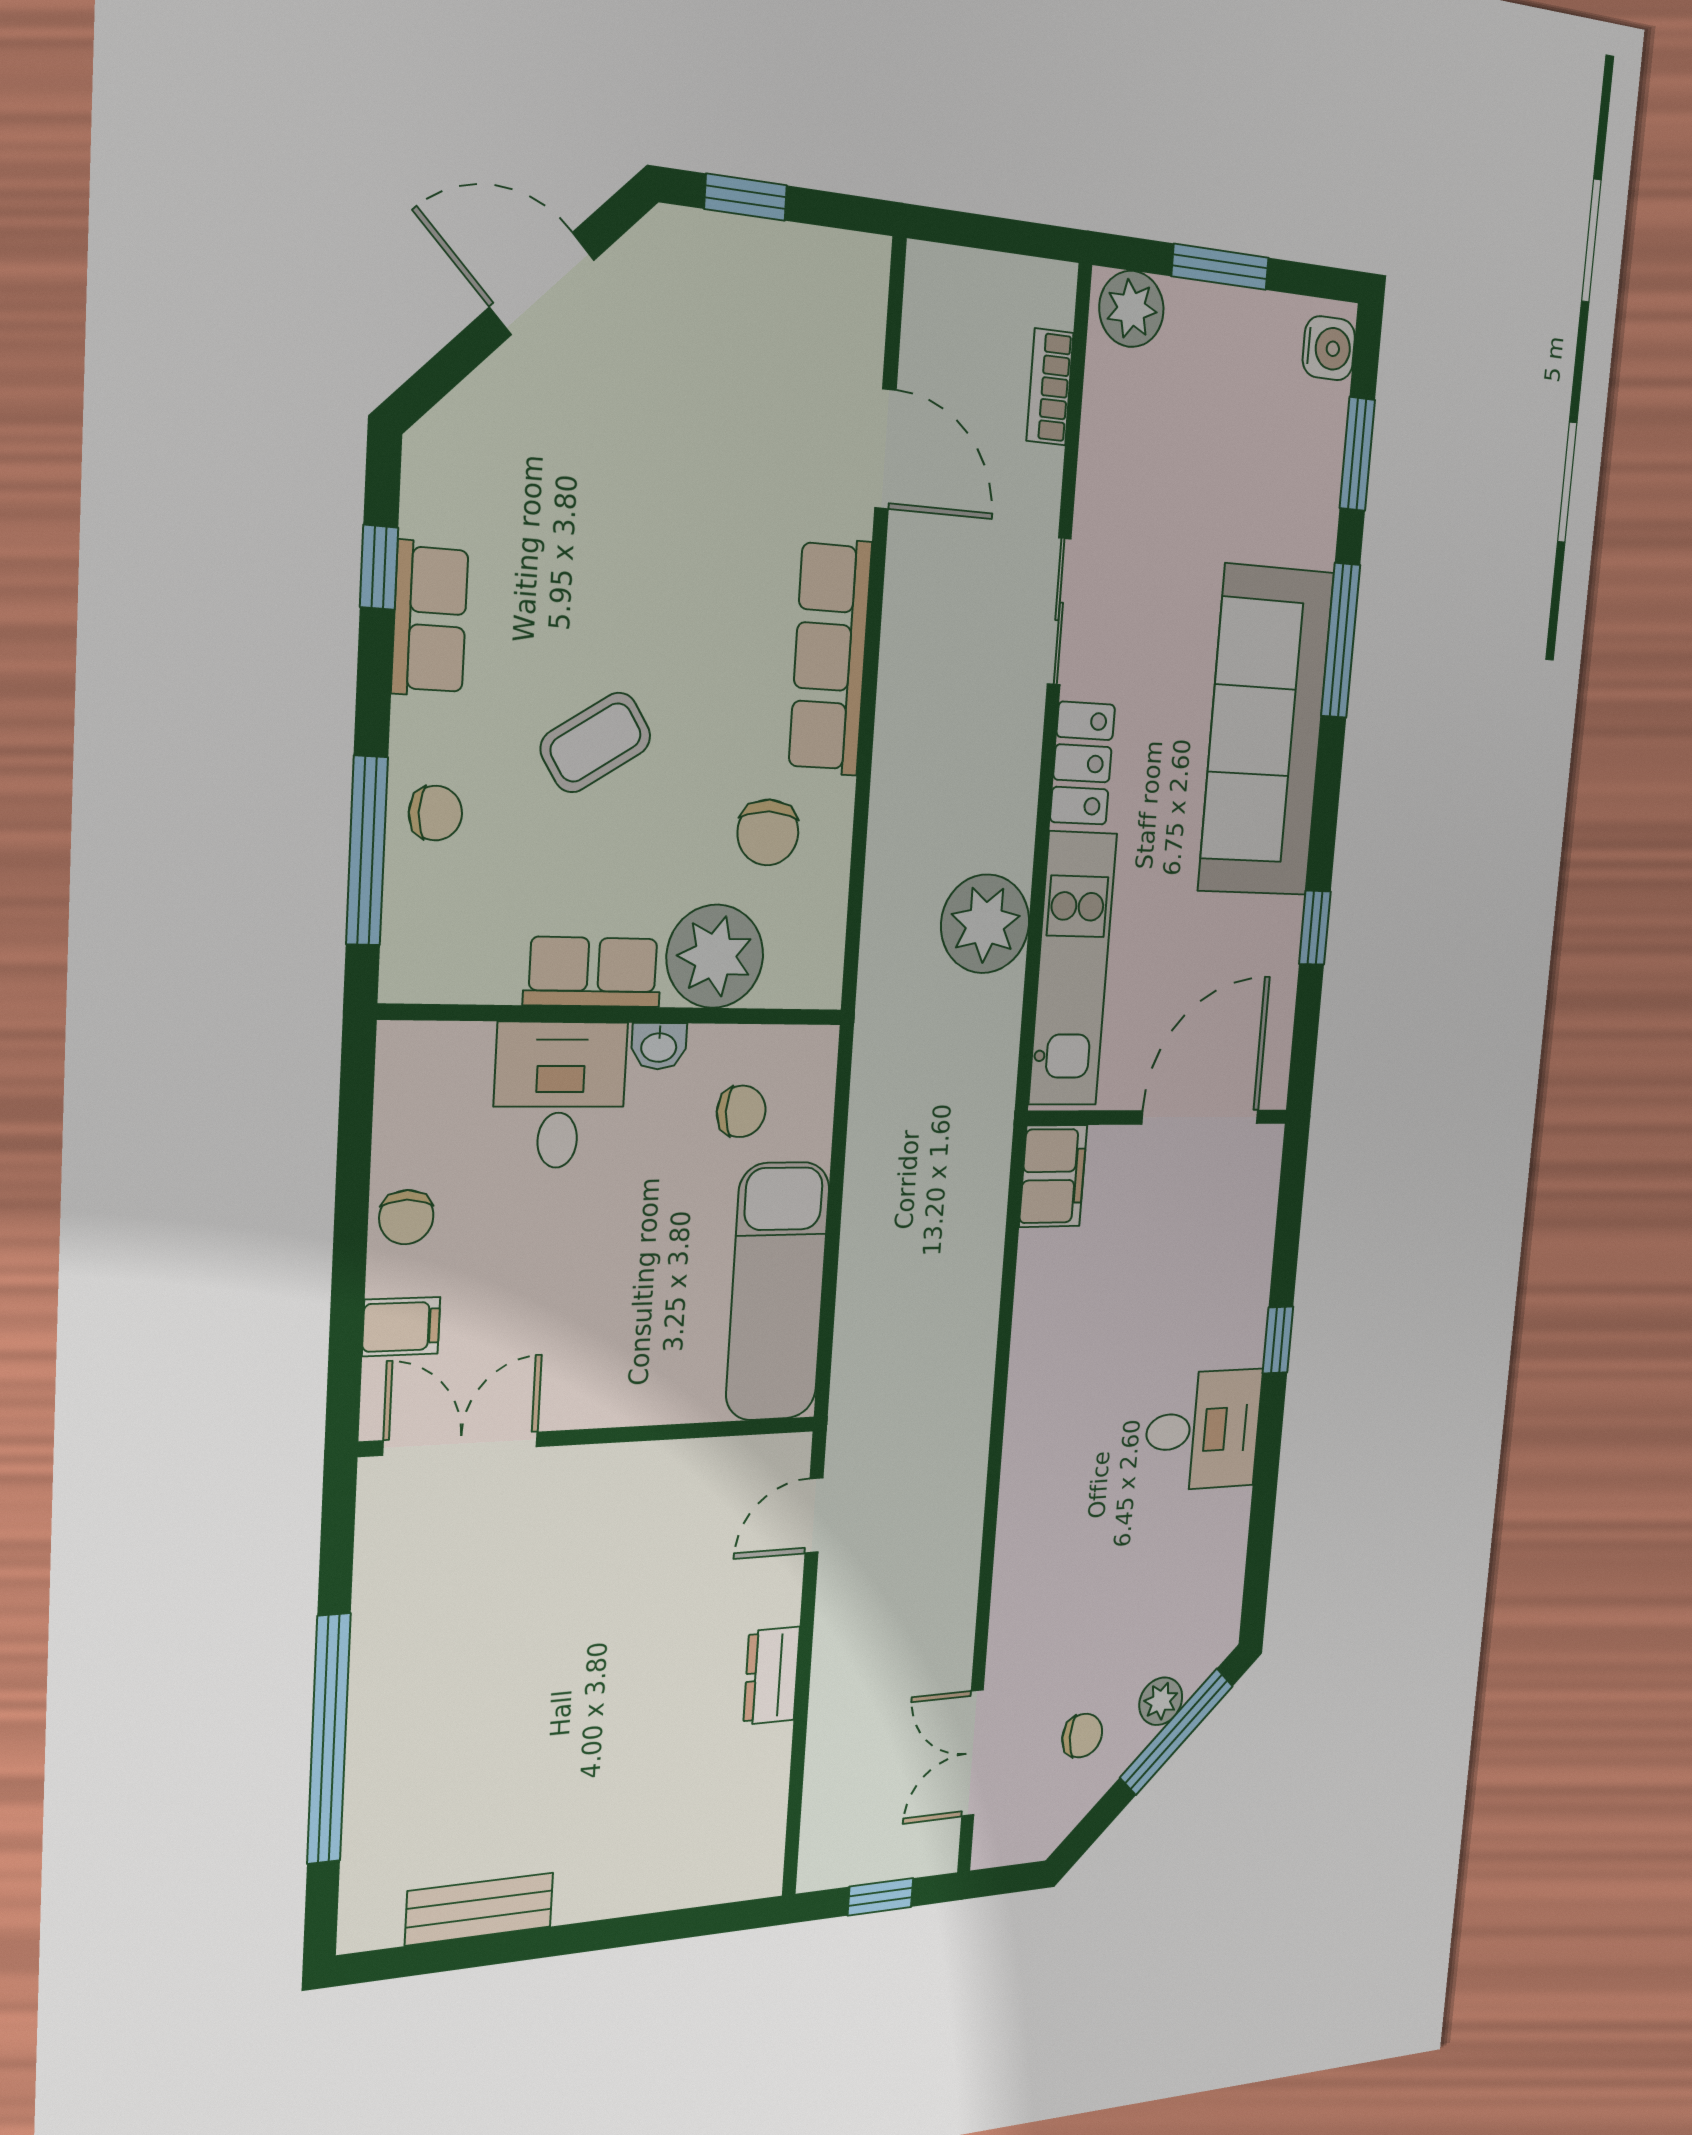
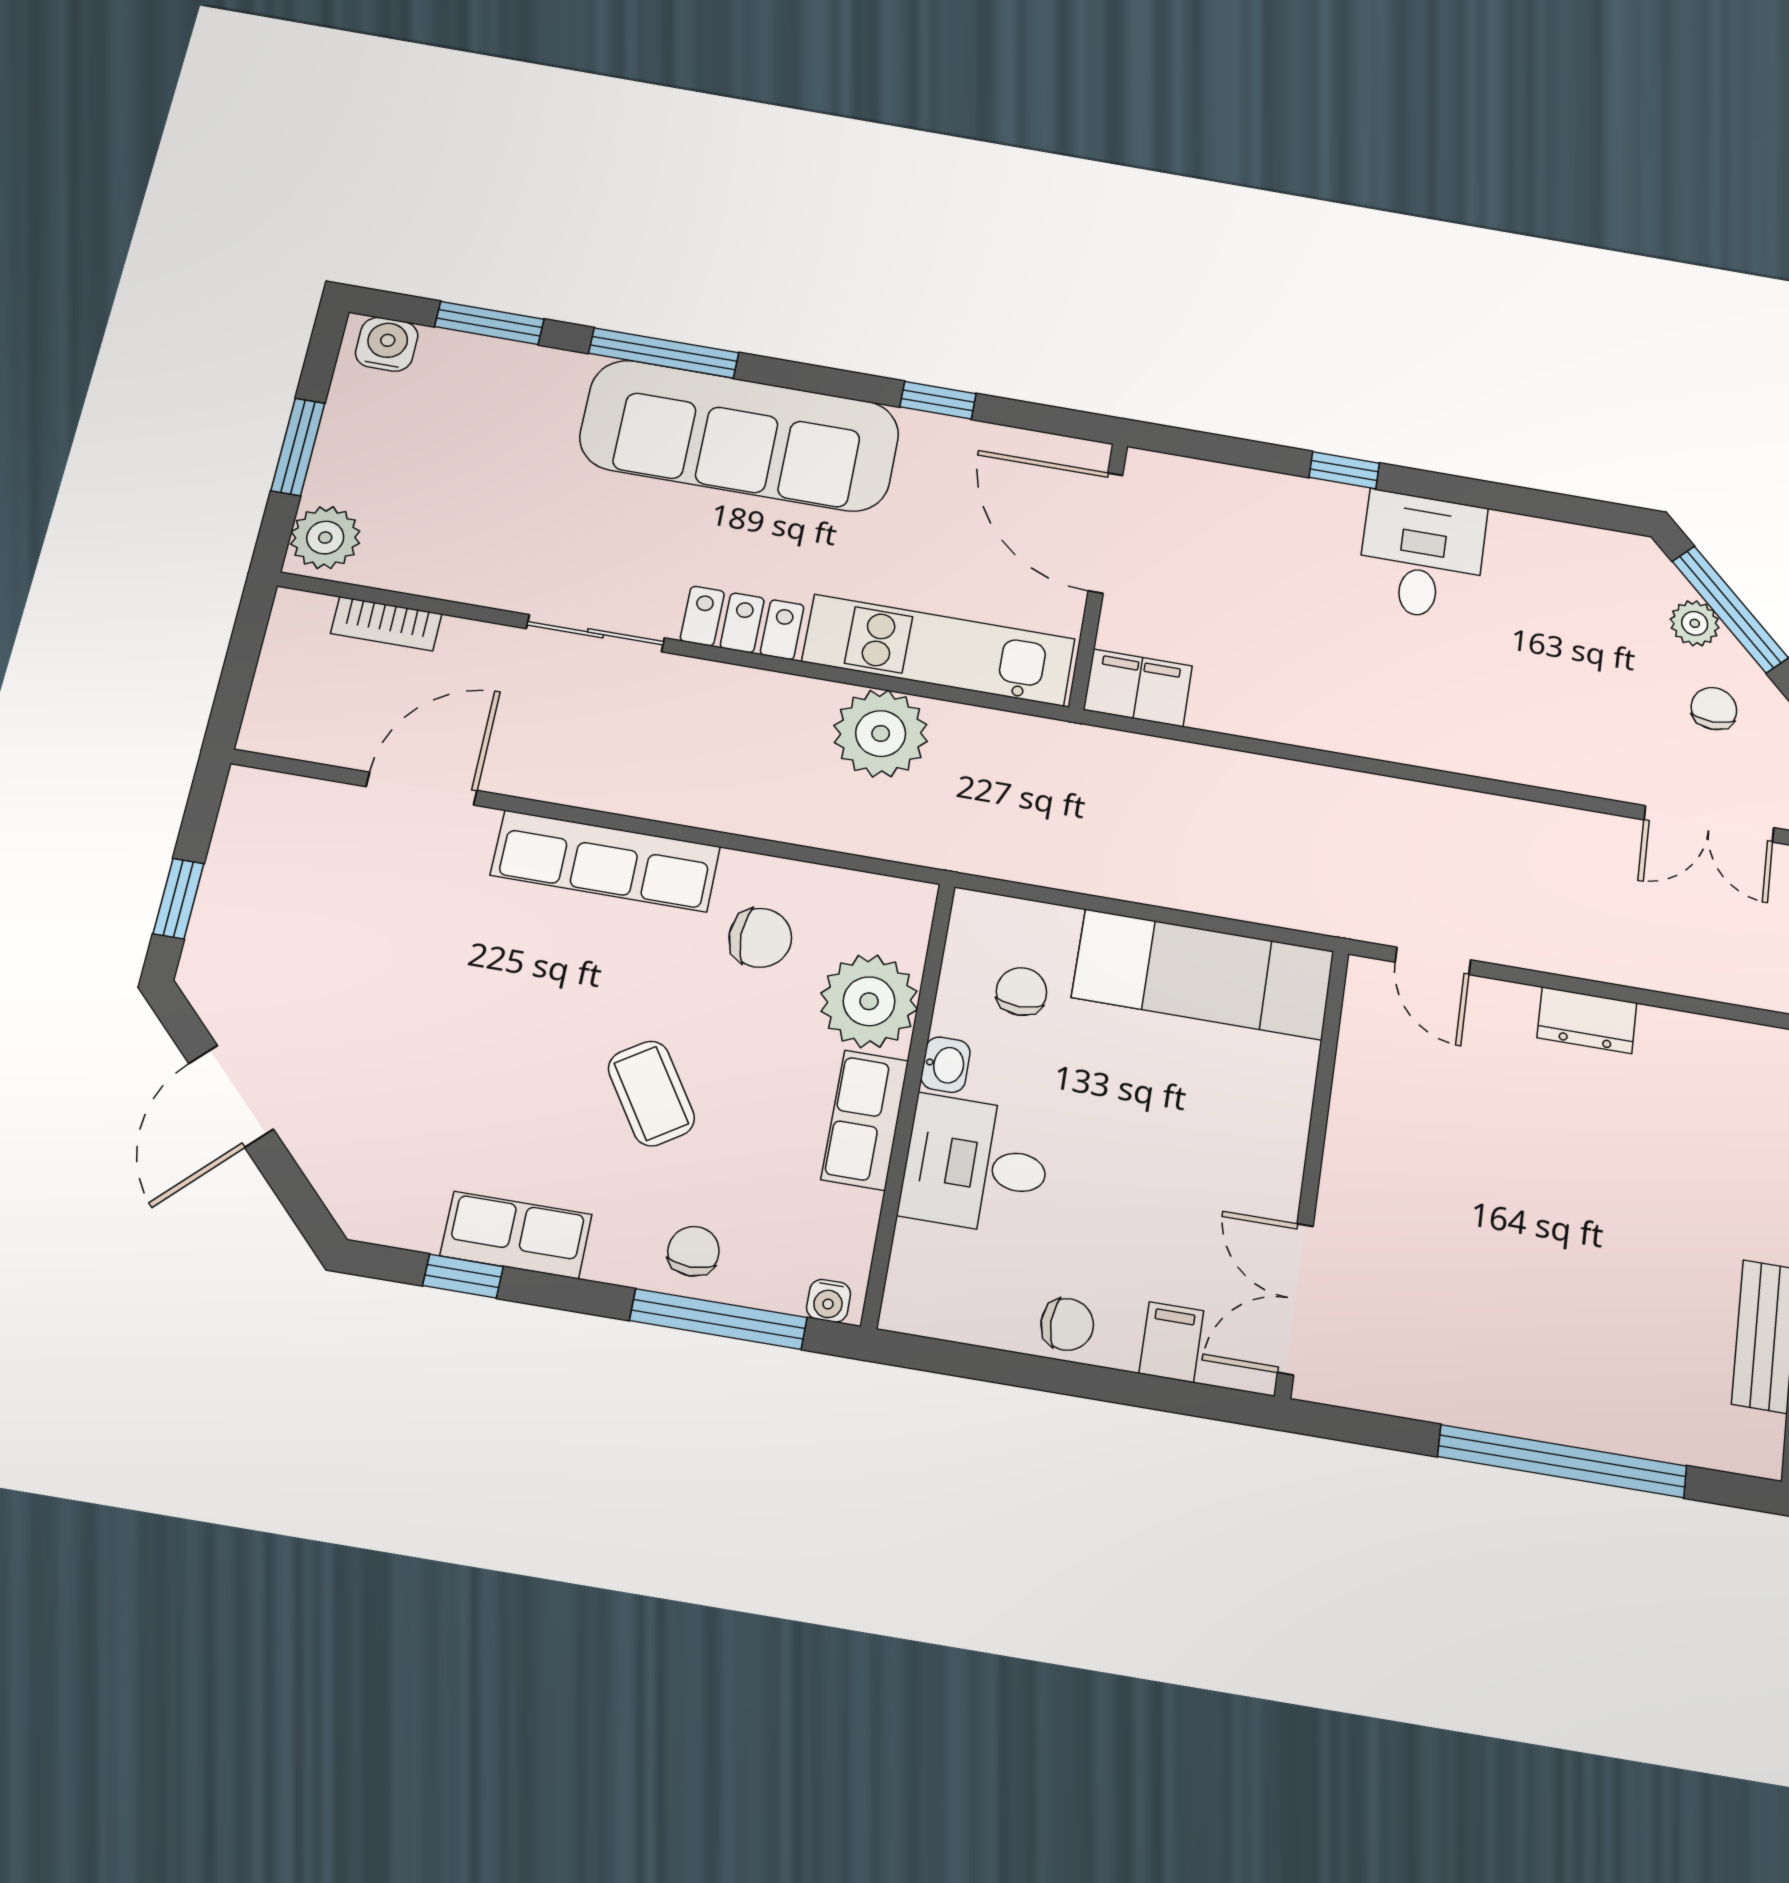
water cooler: (401, 965) -> (829, 1301), added

